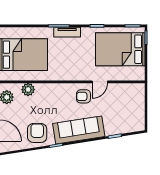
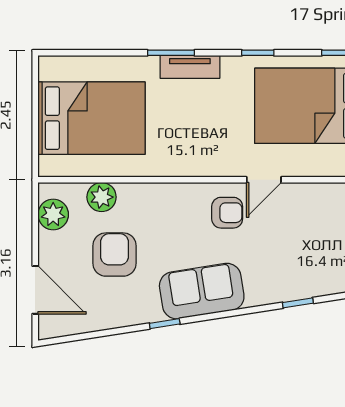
armchair: (83, 96) -> (227, 213), turned 180
sofa: (79, 130) -> (202, 291), width x0.73
armchair: (37, 133) -> (114, 255), moved

